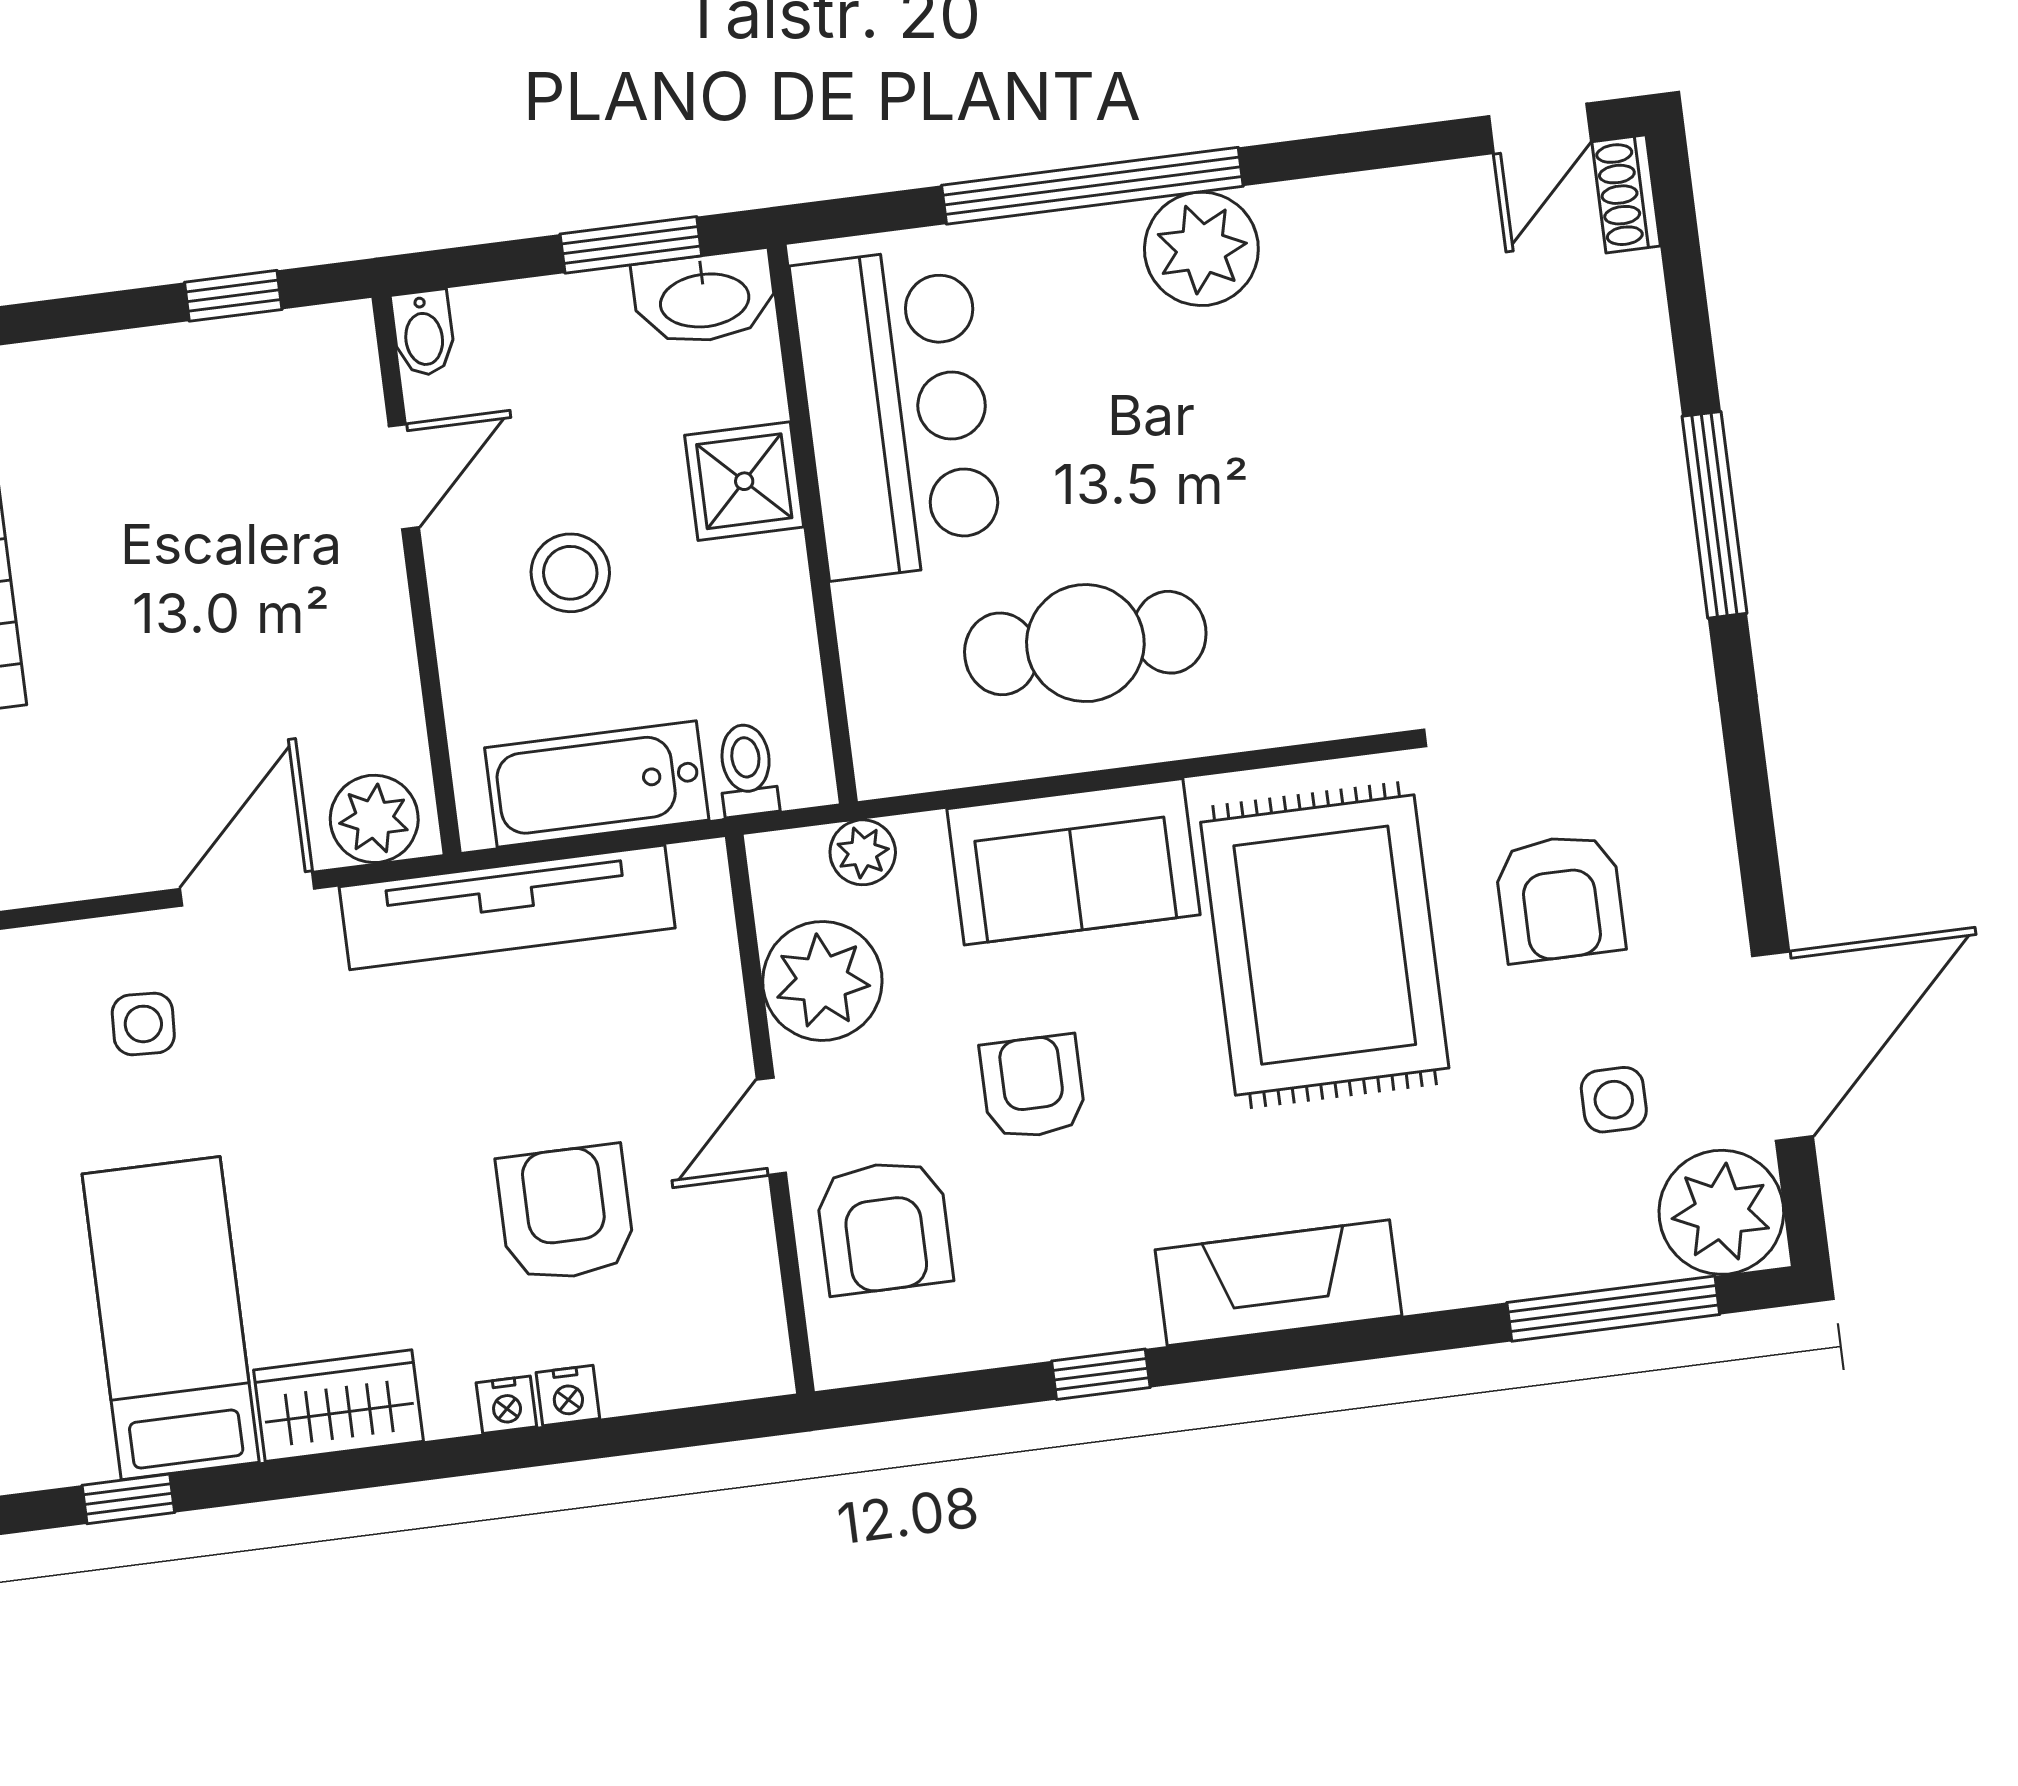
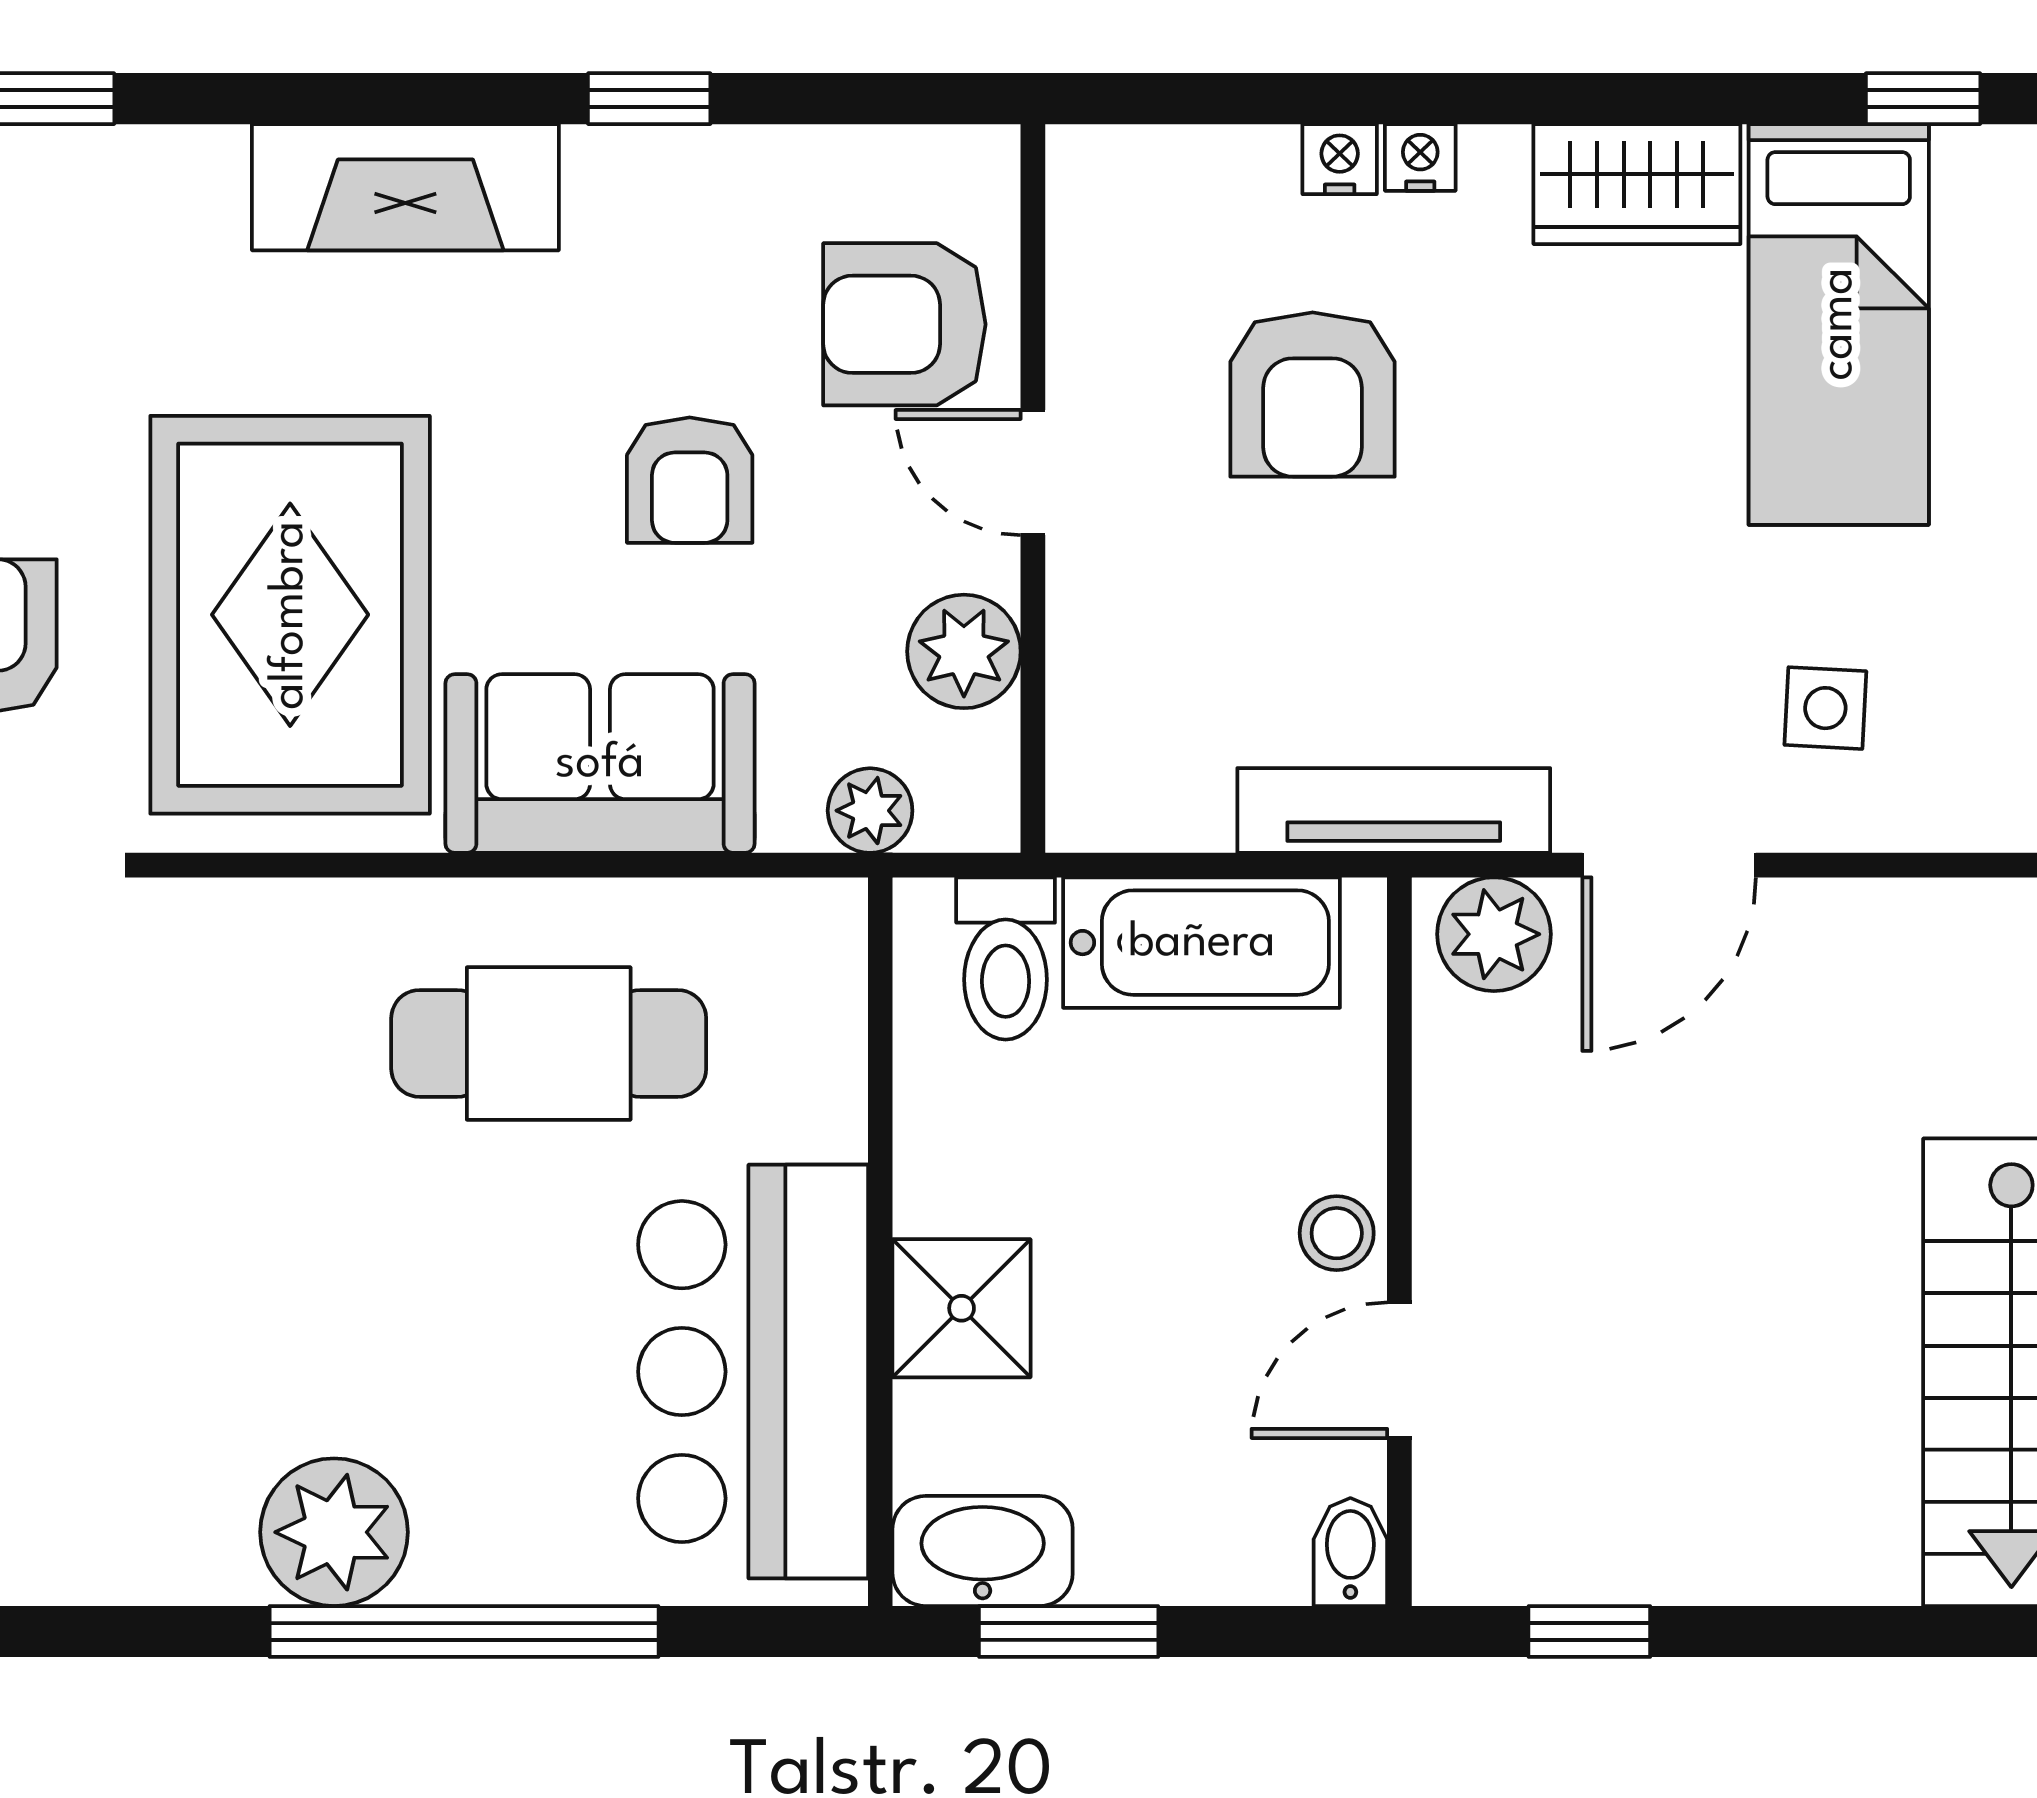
stool: (570, 573) -> (1337, 1233), moved, width x0.73, depth x0.73
toilet: (747, 770) -> (1006, 958), width x1.37, depth x1.39
tv unit: (507, 907) -> (1394, 810), width x0.73, depth x0.78
plant: (822, 981) -> (964, 651), width x0.73, depth x0.73
door: (771, 1126) -> (1033, 473), swing flipped
armchair: (884, 1227) -> (904, 324), turned -90

